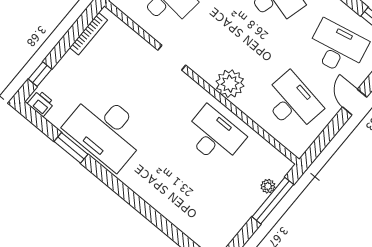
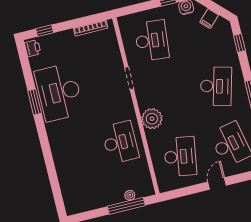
window: (71, 148) -> (35, 102), moved

